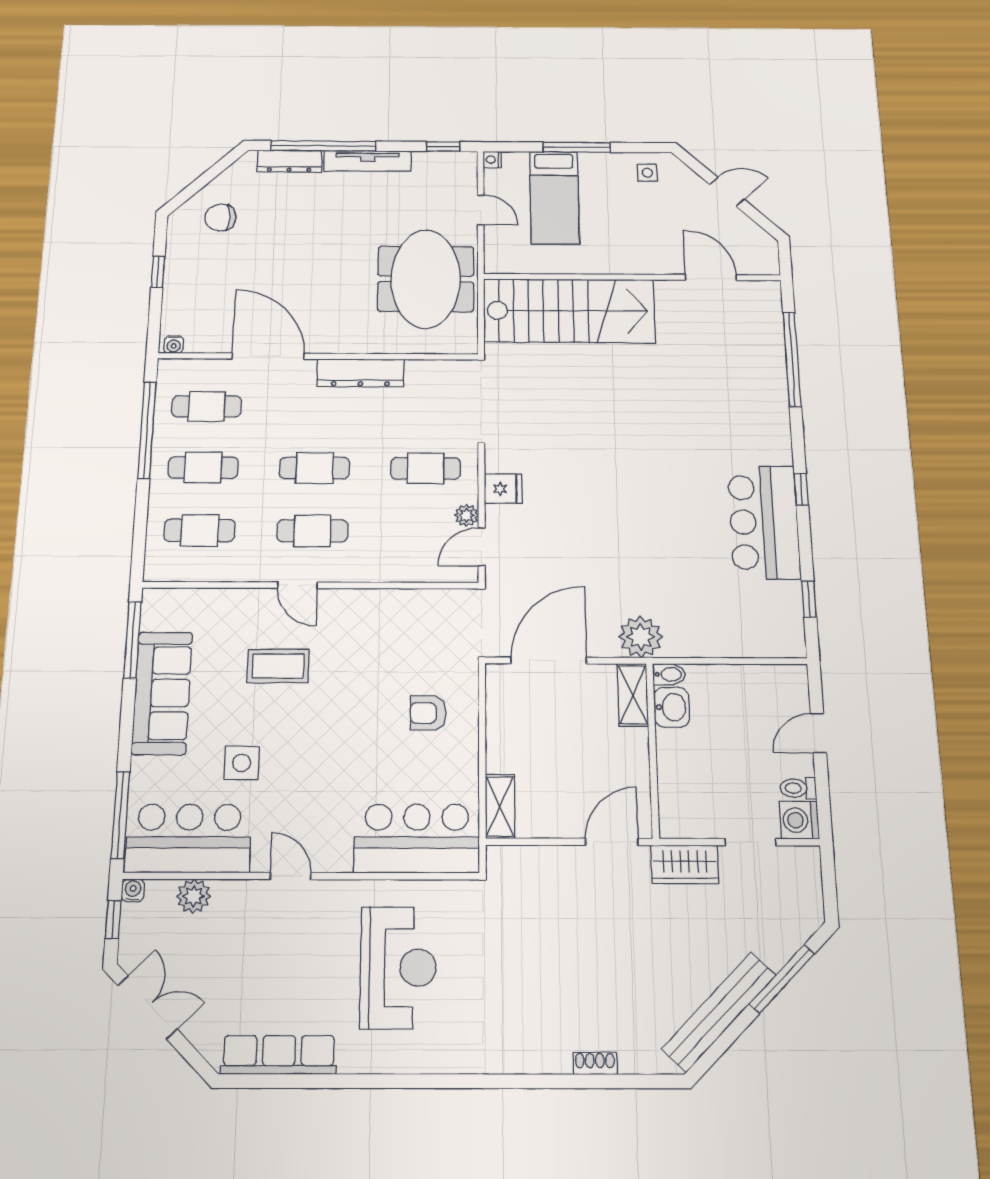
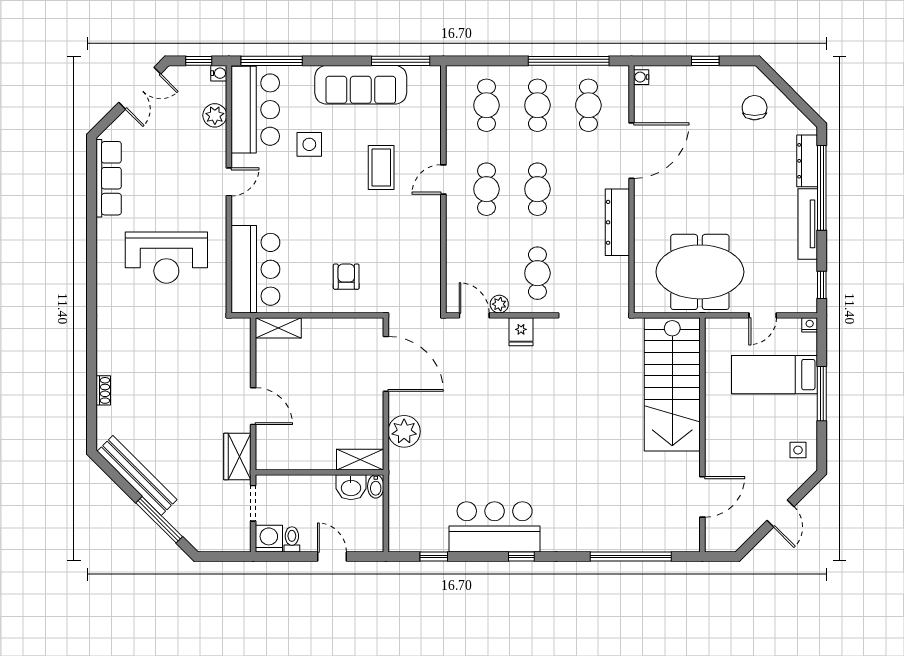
bidet: (669, 674) -> (376, 486), moved
shelving: (633, 695) -> (360, 460), moved
washbasin: (672, 707) -> (351, 487), moved
wall: (653, 750) -> (320, 472), moved

